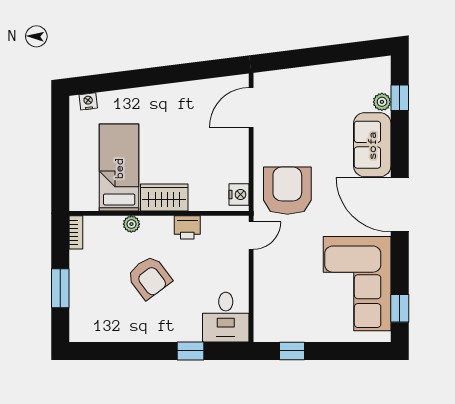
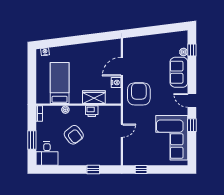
door: (251, 107) -> (122, 67), moved
nightstand: (239, 194) -> (116, 82), moved
wardrobe: (164, 198) -> (94, 97), moved
door: (400, 205) -> (192, 101), width x0.53
door: (251, 235) -> (122, 131), moved
window: (400, 308) -> (192, 125), moved
desk: (226, 317) -> (47, 154), moved

